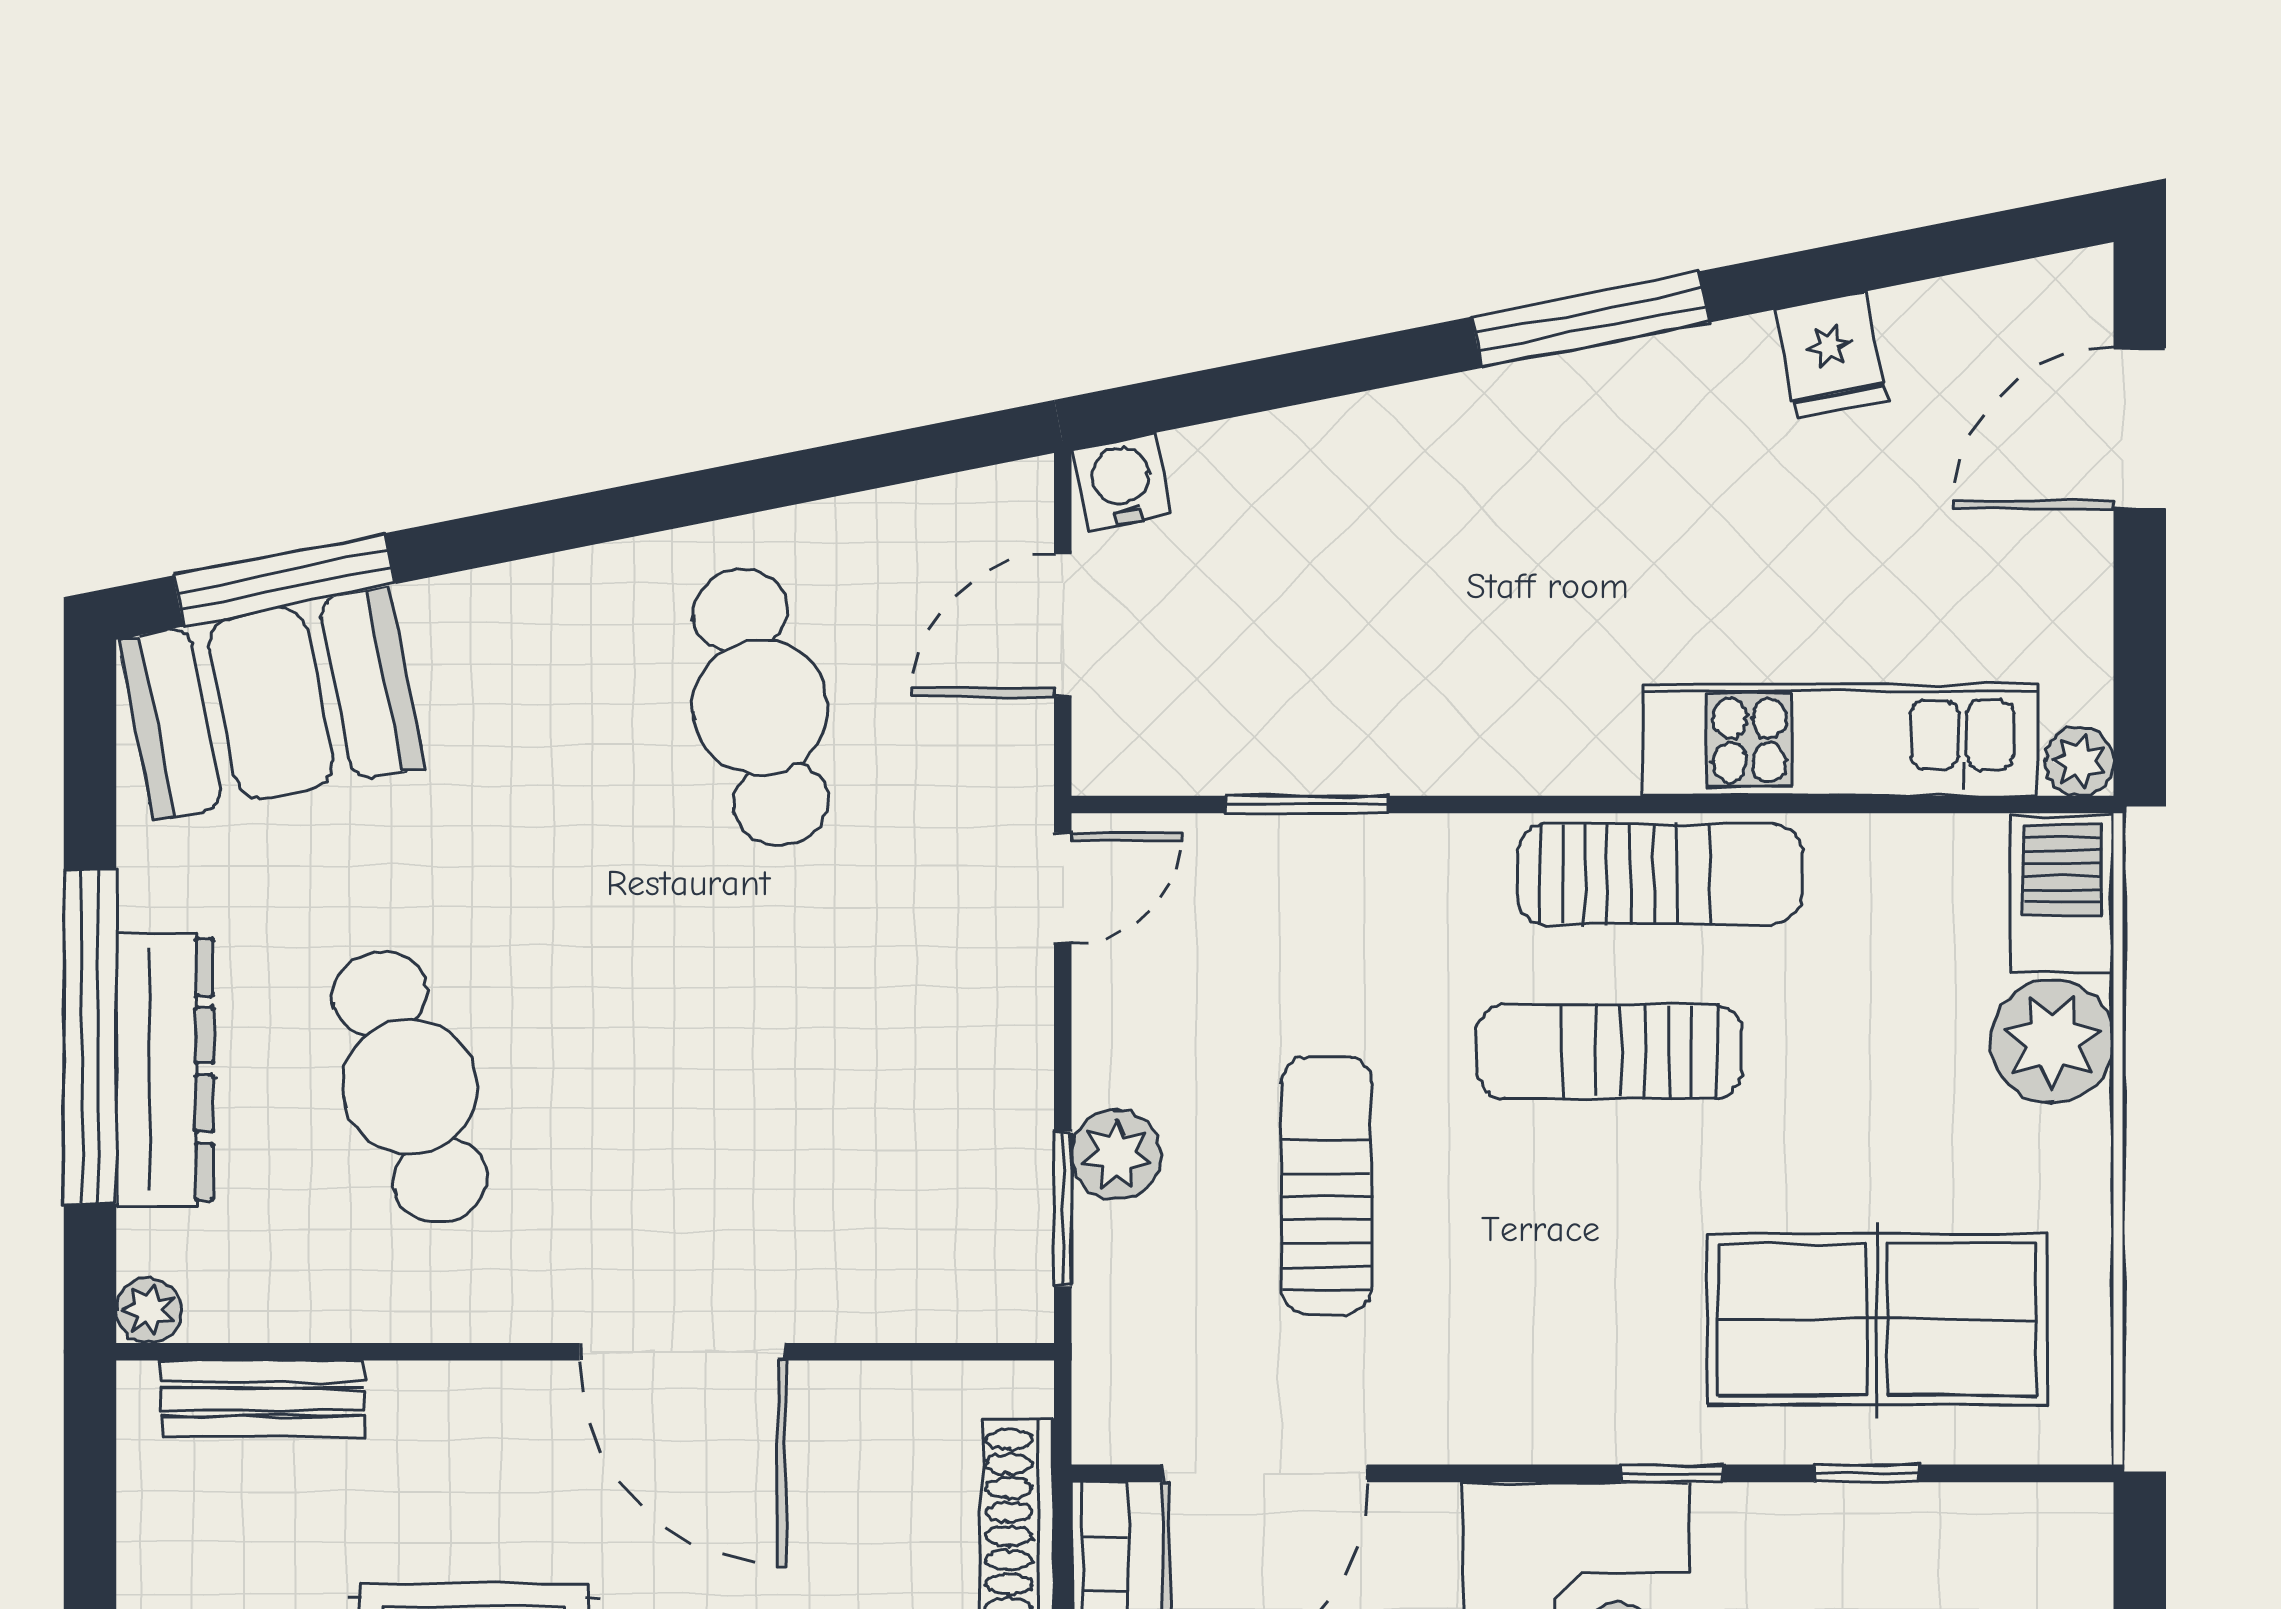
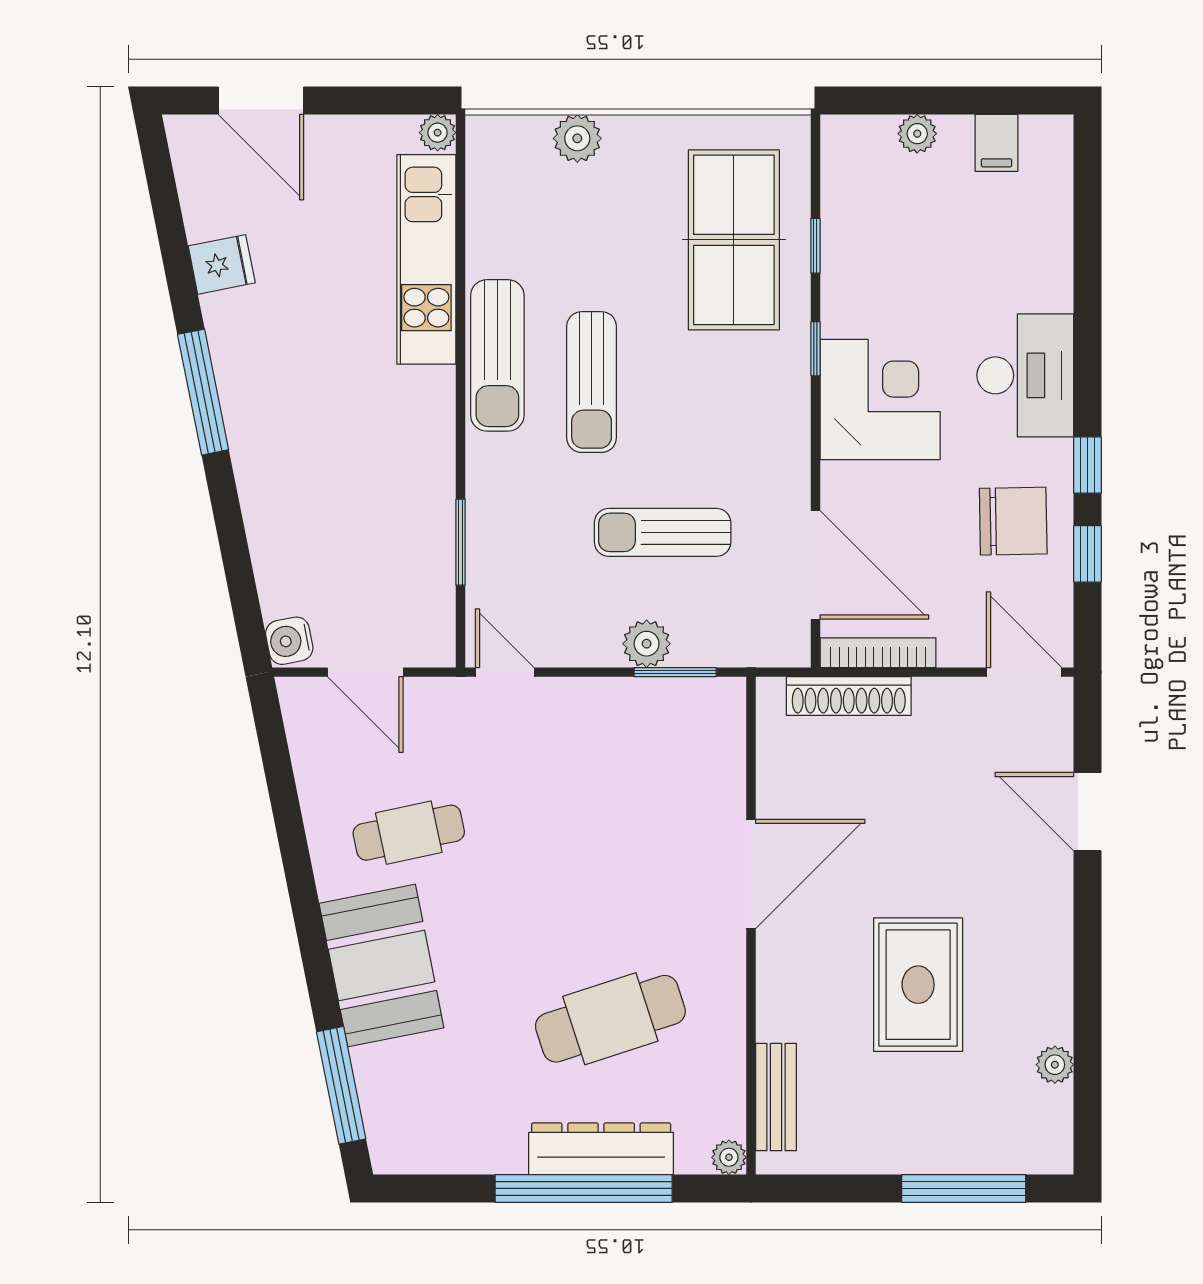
booth: (271, 703) -> (381, 966), moved
cafe table: (760, 707) -> (409, 833), width x0.73, depth x0.74
sun lounger: (1659, 874) -> (497, 355), turned 180
barbecue: (2062, 894) -> (508, 142), removed
plant: (2052, 1041) -> (577, 138), width x0.73, depth x0.73

